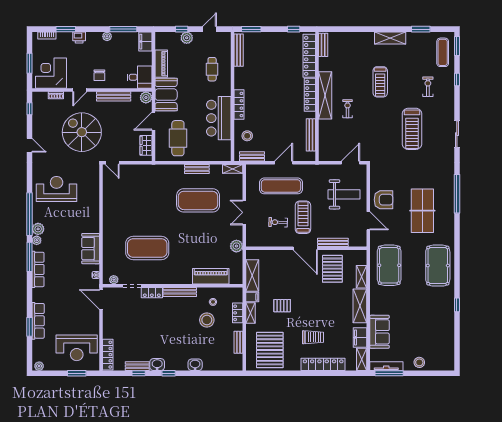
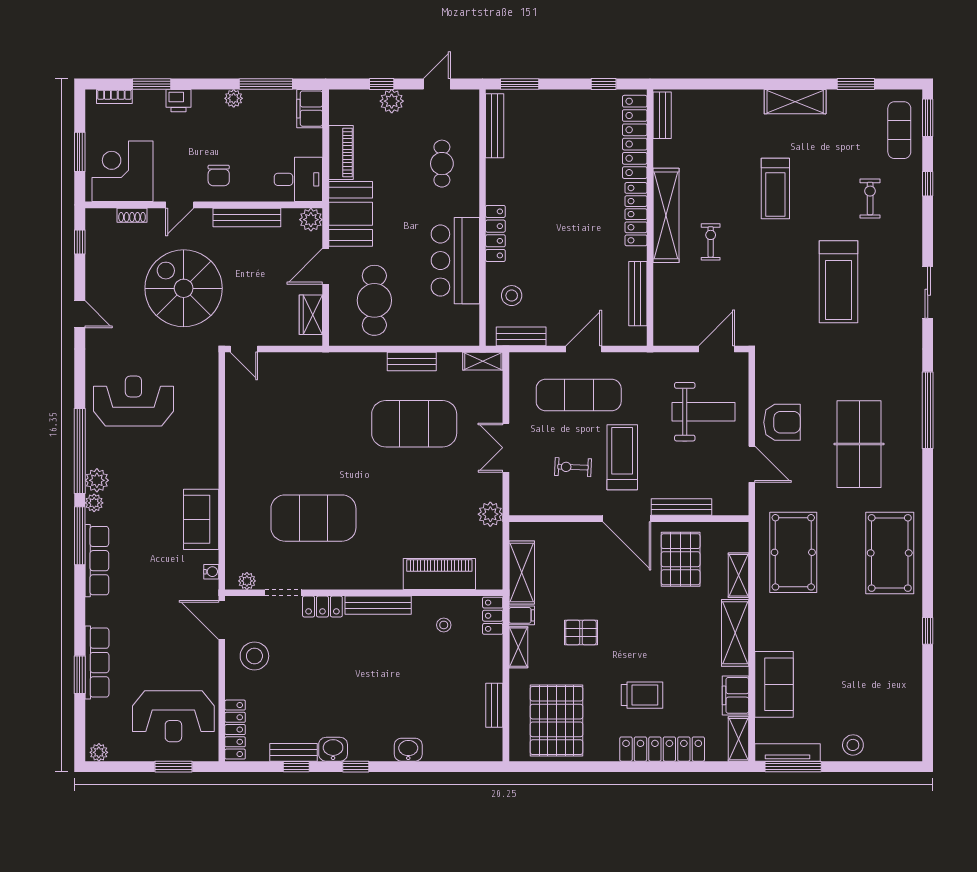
locker: (238, 313) -> (493, 616), moved
stool: (207, 320) -> (254, 656), moved

